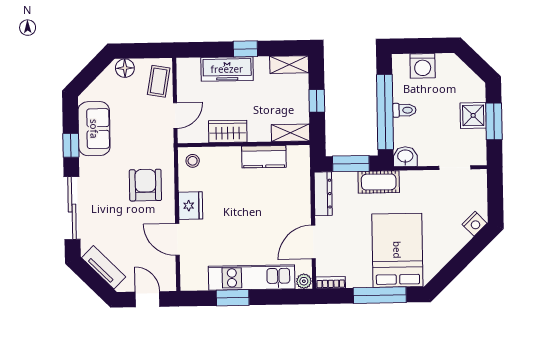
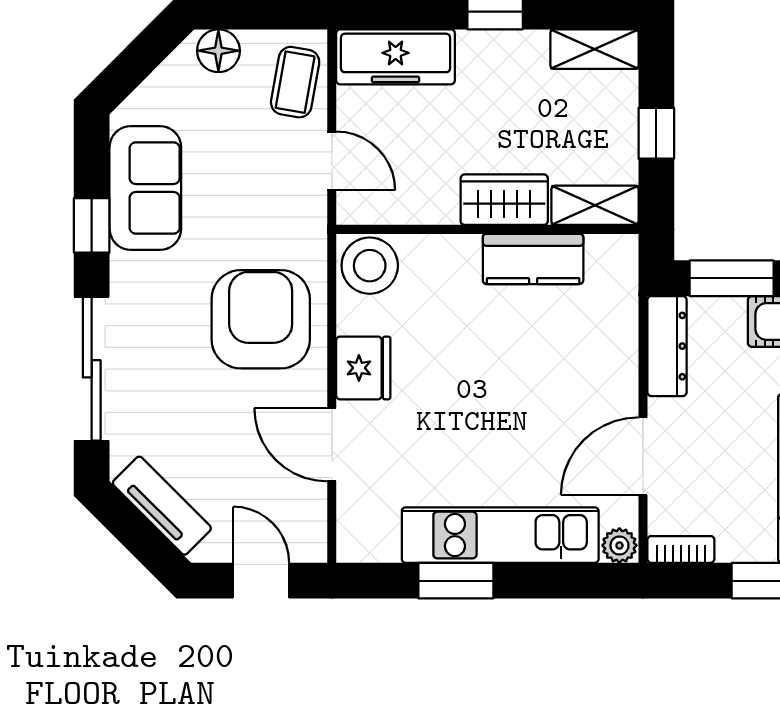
freezer: (227, 69) -> (396, 57), moved
door: (175, 115) -> (332, 161), hinge flipped
wardrobe: (228, 131) -> (504, 200), moved
stool: (193, 161) -> (370, 266), width x1.89, depth x1.89
armchair: (145, 185) -> (261, 319), width x1.36, depth x1.36

